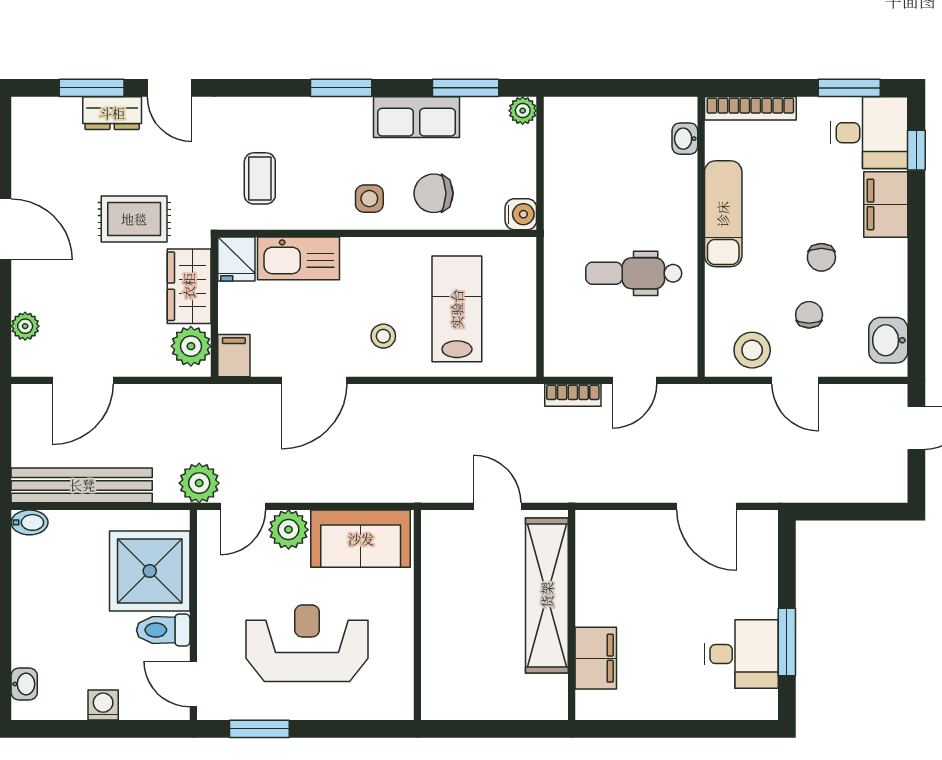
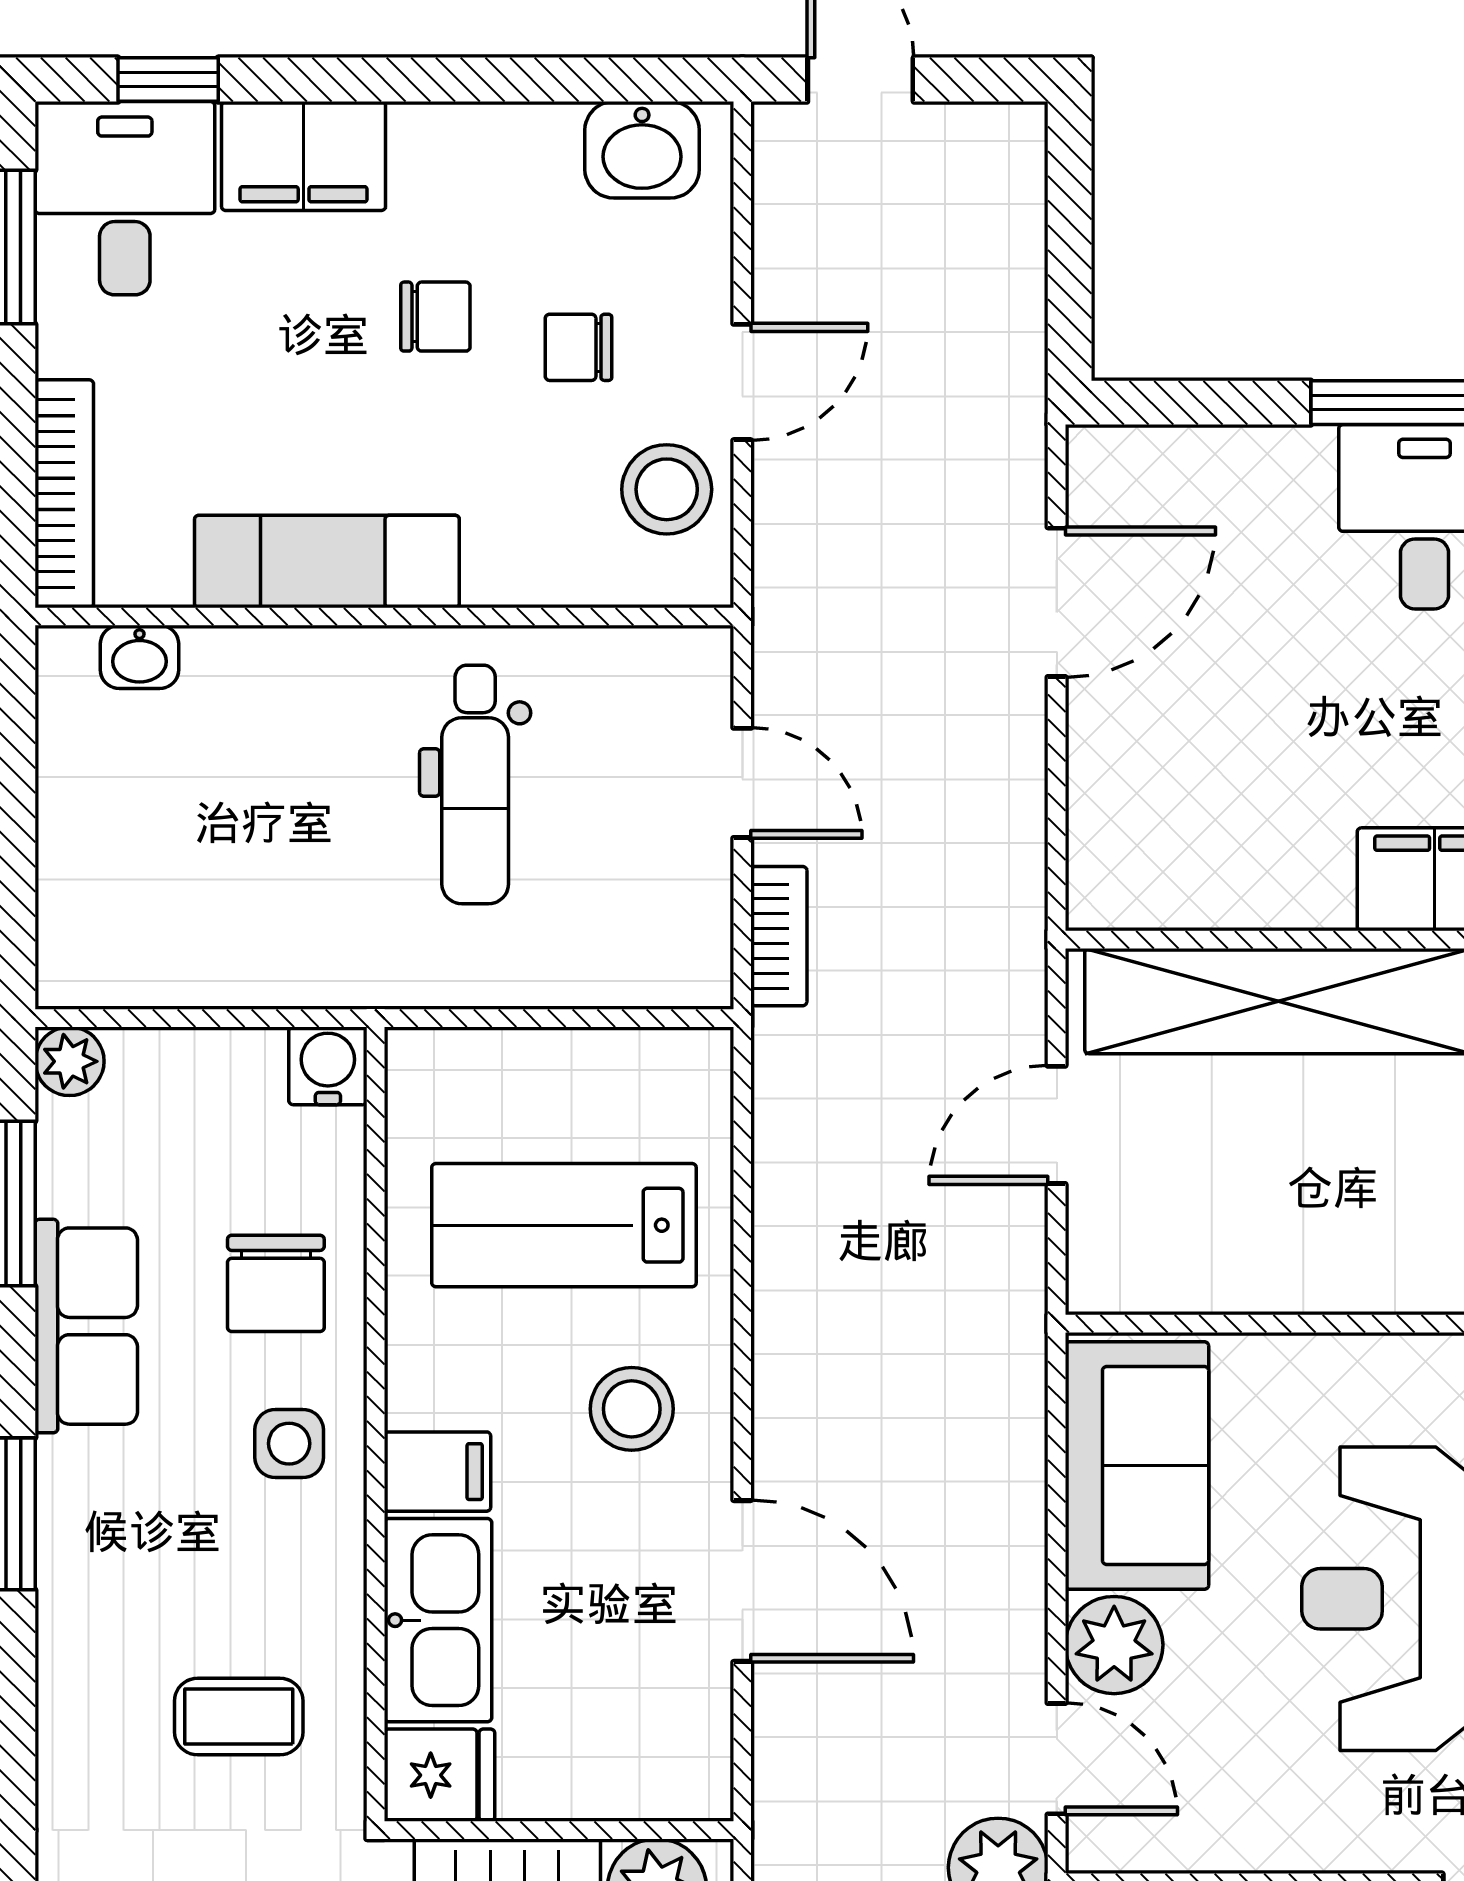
stool: (383, 336) -> (632, 1409), width x1.37, depth x1.37
filing cabinet: (234, 356) -> (437, 1472), moved, turned 180

